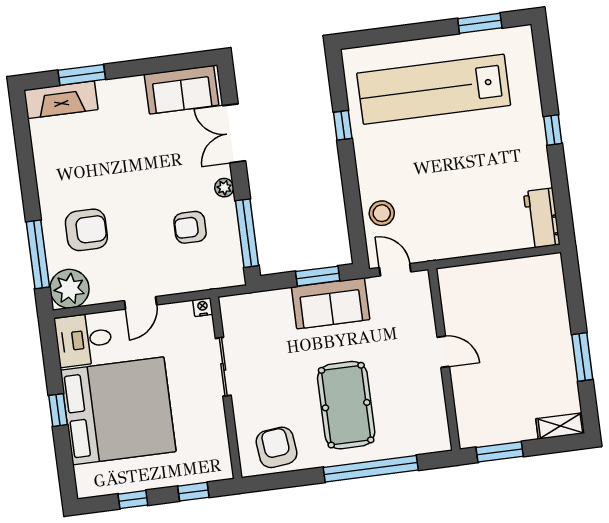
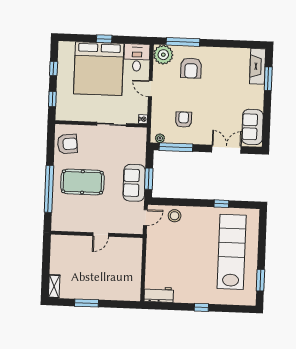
plant: (224, 188) -> (160, 138), moved
window: (500, 452) -> (46, 254), removed

